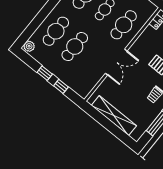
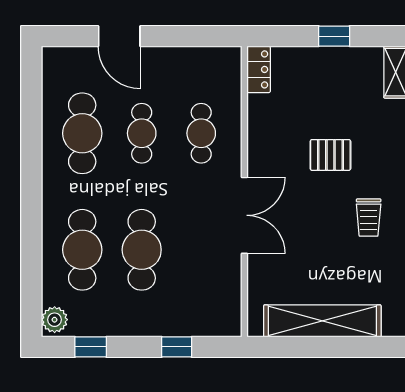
cafe table: (124, 25) -> (201, 133), width x0.73, depth x0.74
window: (45, 73) -> (91, 347), moved

